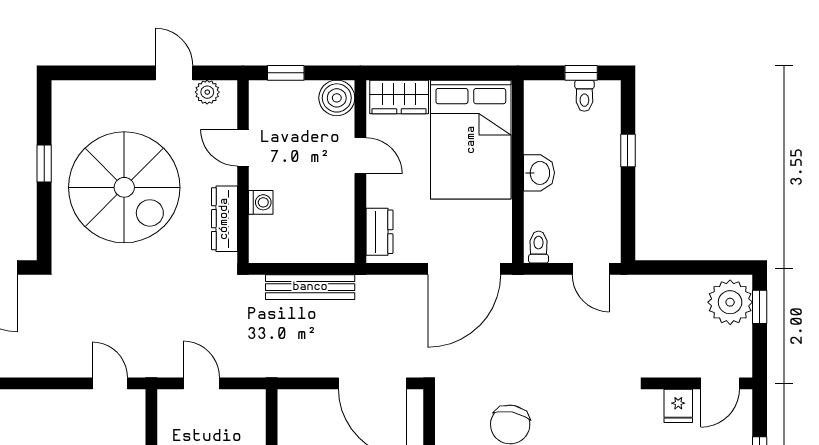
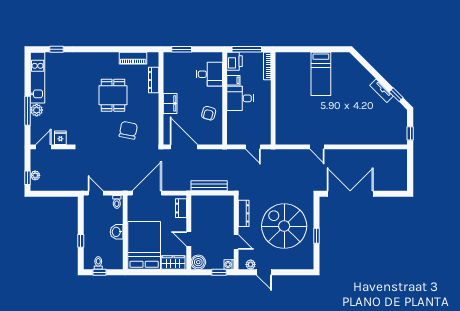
washing machine: (261, 202) -> (229, 265), moved
plant: (730, 302) -> (35, 175), width x0.53, depth x0.53
door: (110, 383) -> (317, 147), moved

